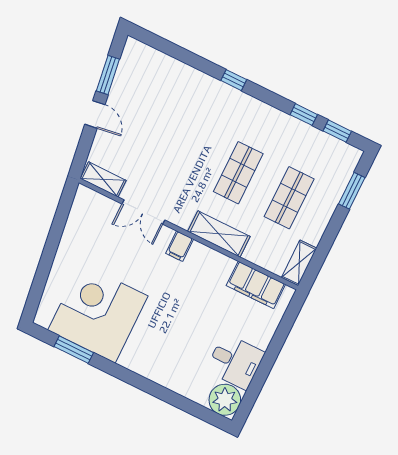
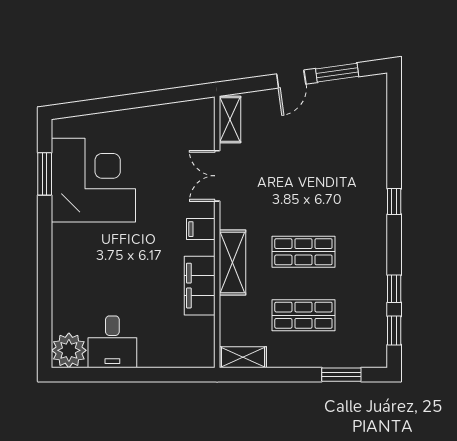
filing cabinet: (256, 285) -> (200, 286), moved

